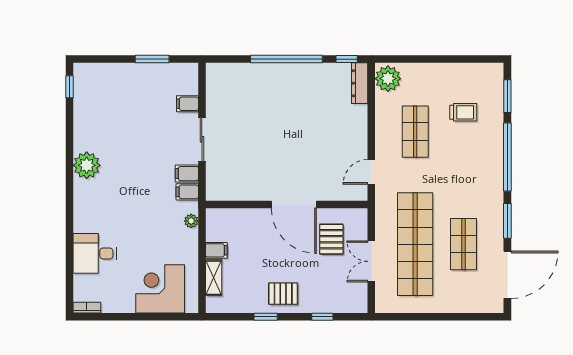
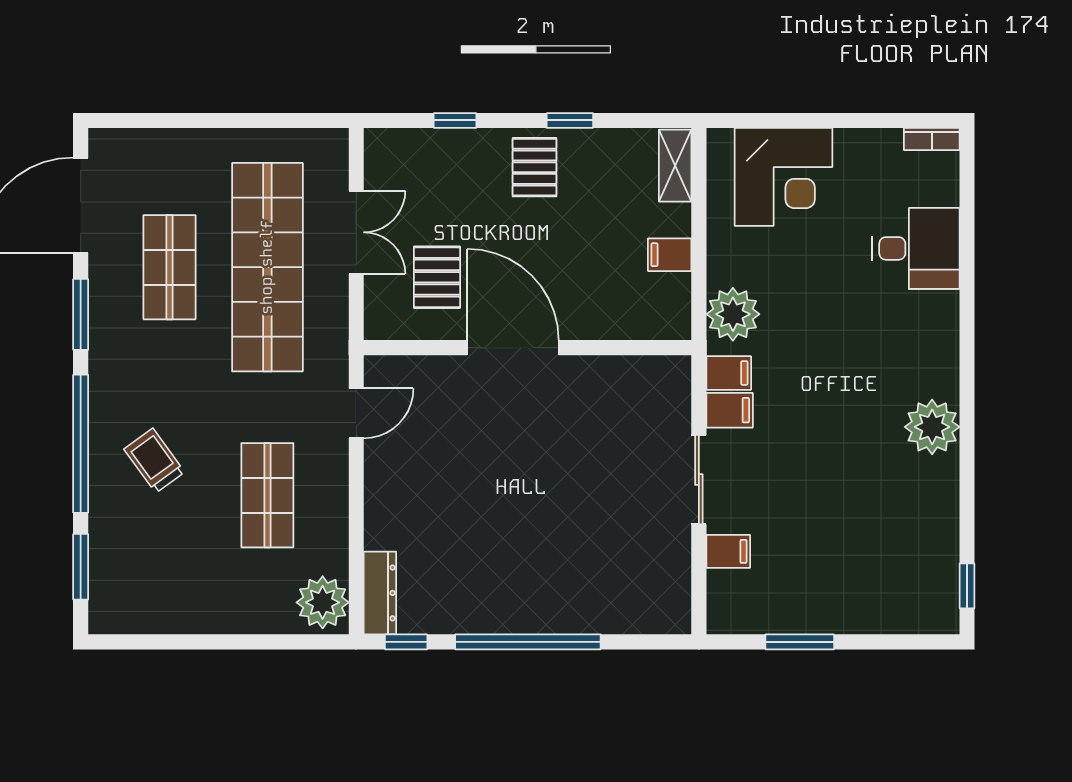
trolley: (463, 112) -> (154, 461), moved, turned 54
plant: (191, 221) -> (733, 314), width x1.87, depth x1.87
shelving: (214, 278) -> (675, 166), moved
pallet: (283, 294) -> (535, 167), turned 90

